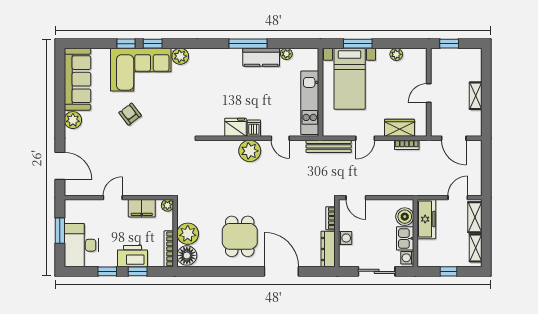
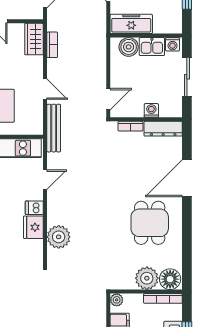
wardrobe: (399, 128) -> (34, 39), moved
plant: (250, 151) -> (59, 237), moved
dining table: (240, 236) -> (150, 223), turned 90

